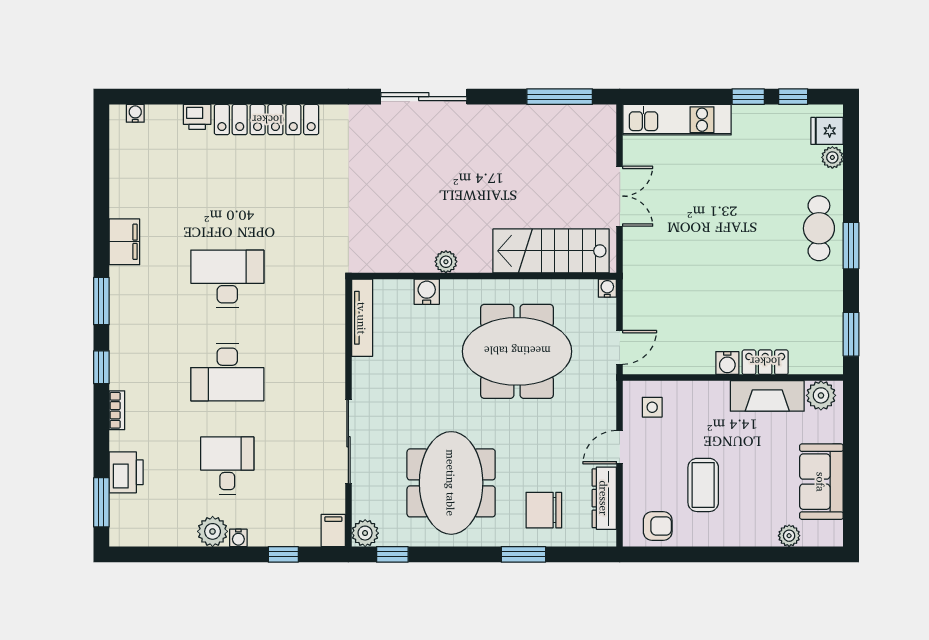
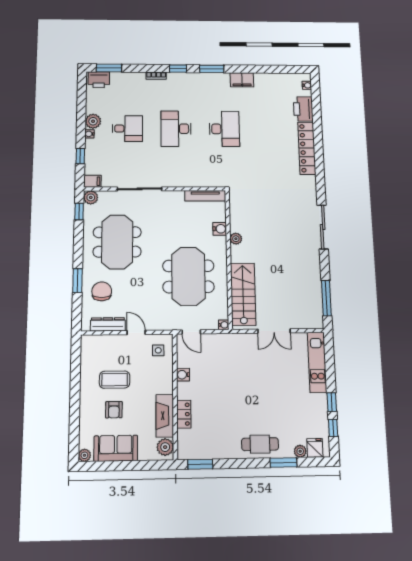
printer: (197, 117) -> (303, 109), width x1.87, depth x1.48
window: (851, 246) -> (283, 463), moved
water cooler: (727, 363) -> (183, 375), moved
printer: (126, 472) -> (99, 80), moved
meeting table: (451, 483) -> (117, 242), turned 90
armchair: (658, 526) -> (114, 410), moved
plant: (789, 536) -> (84, 455), moved

